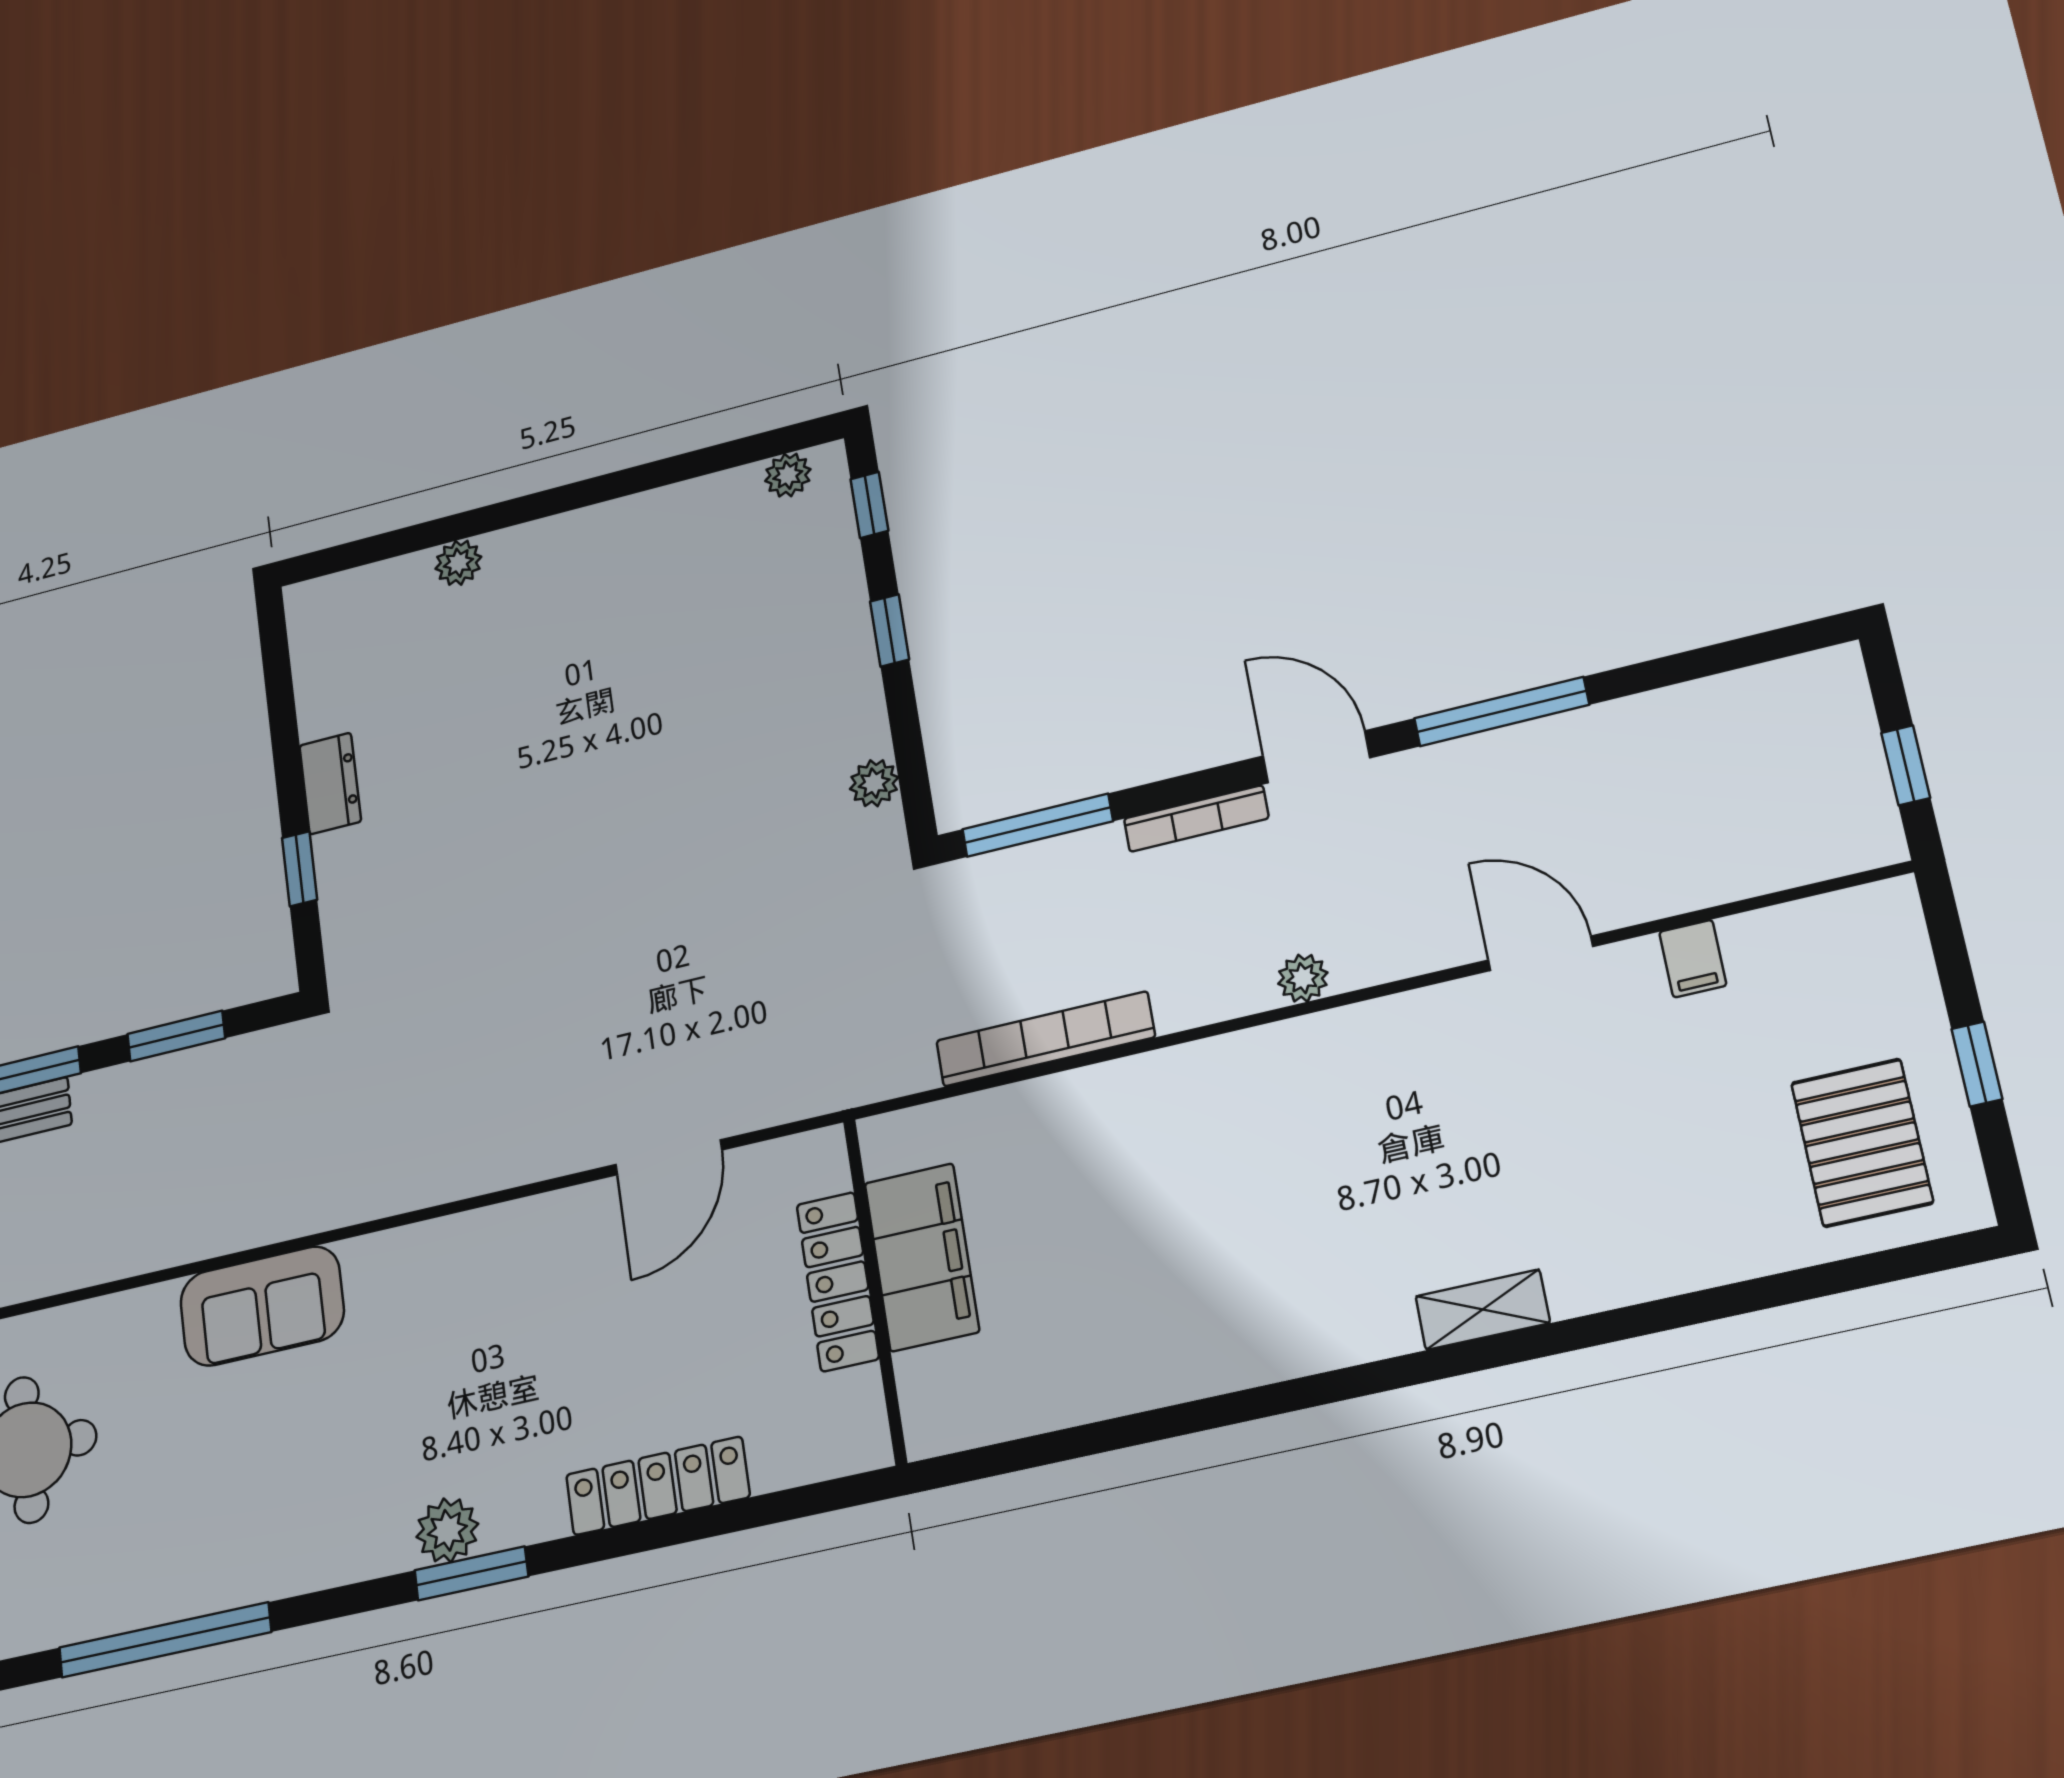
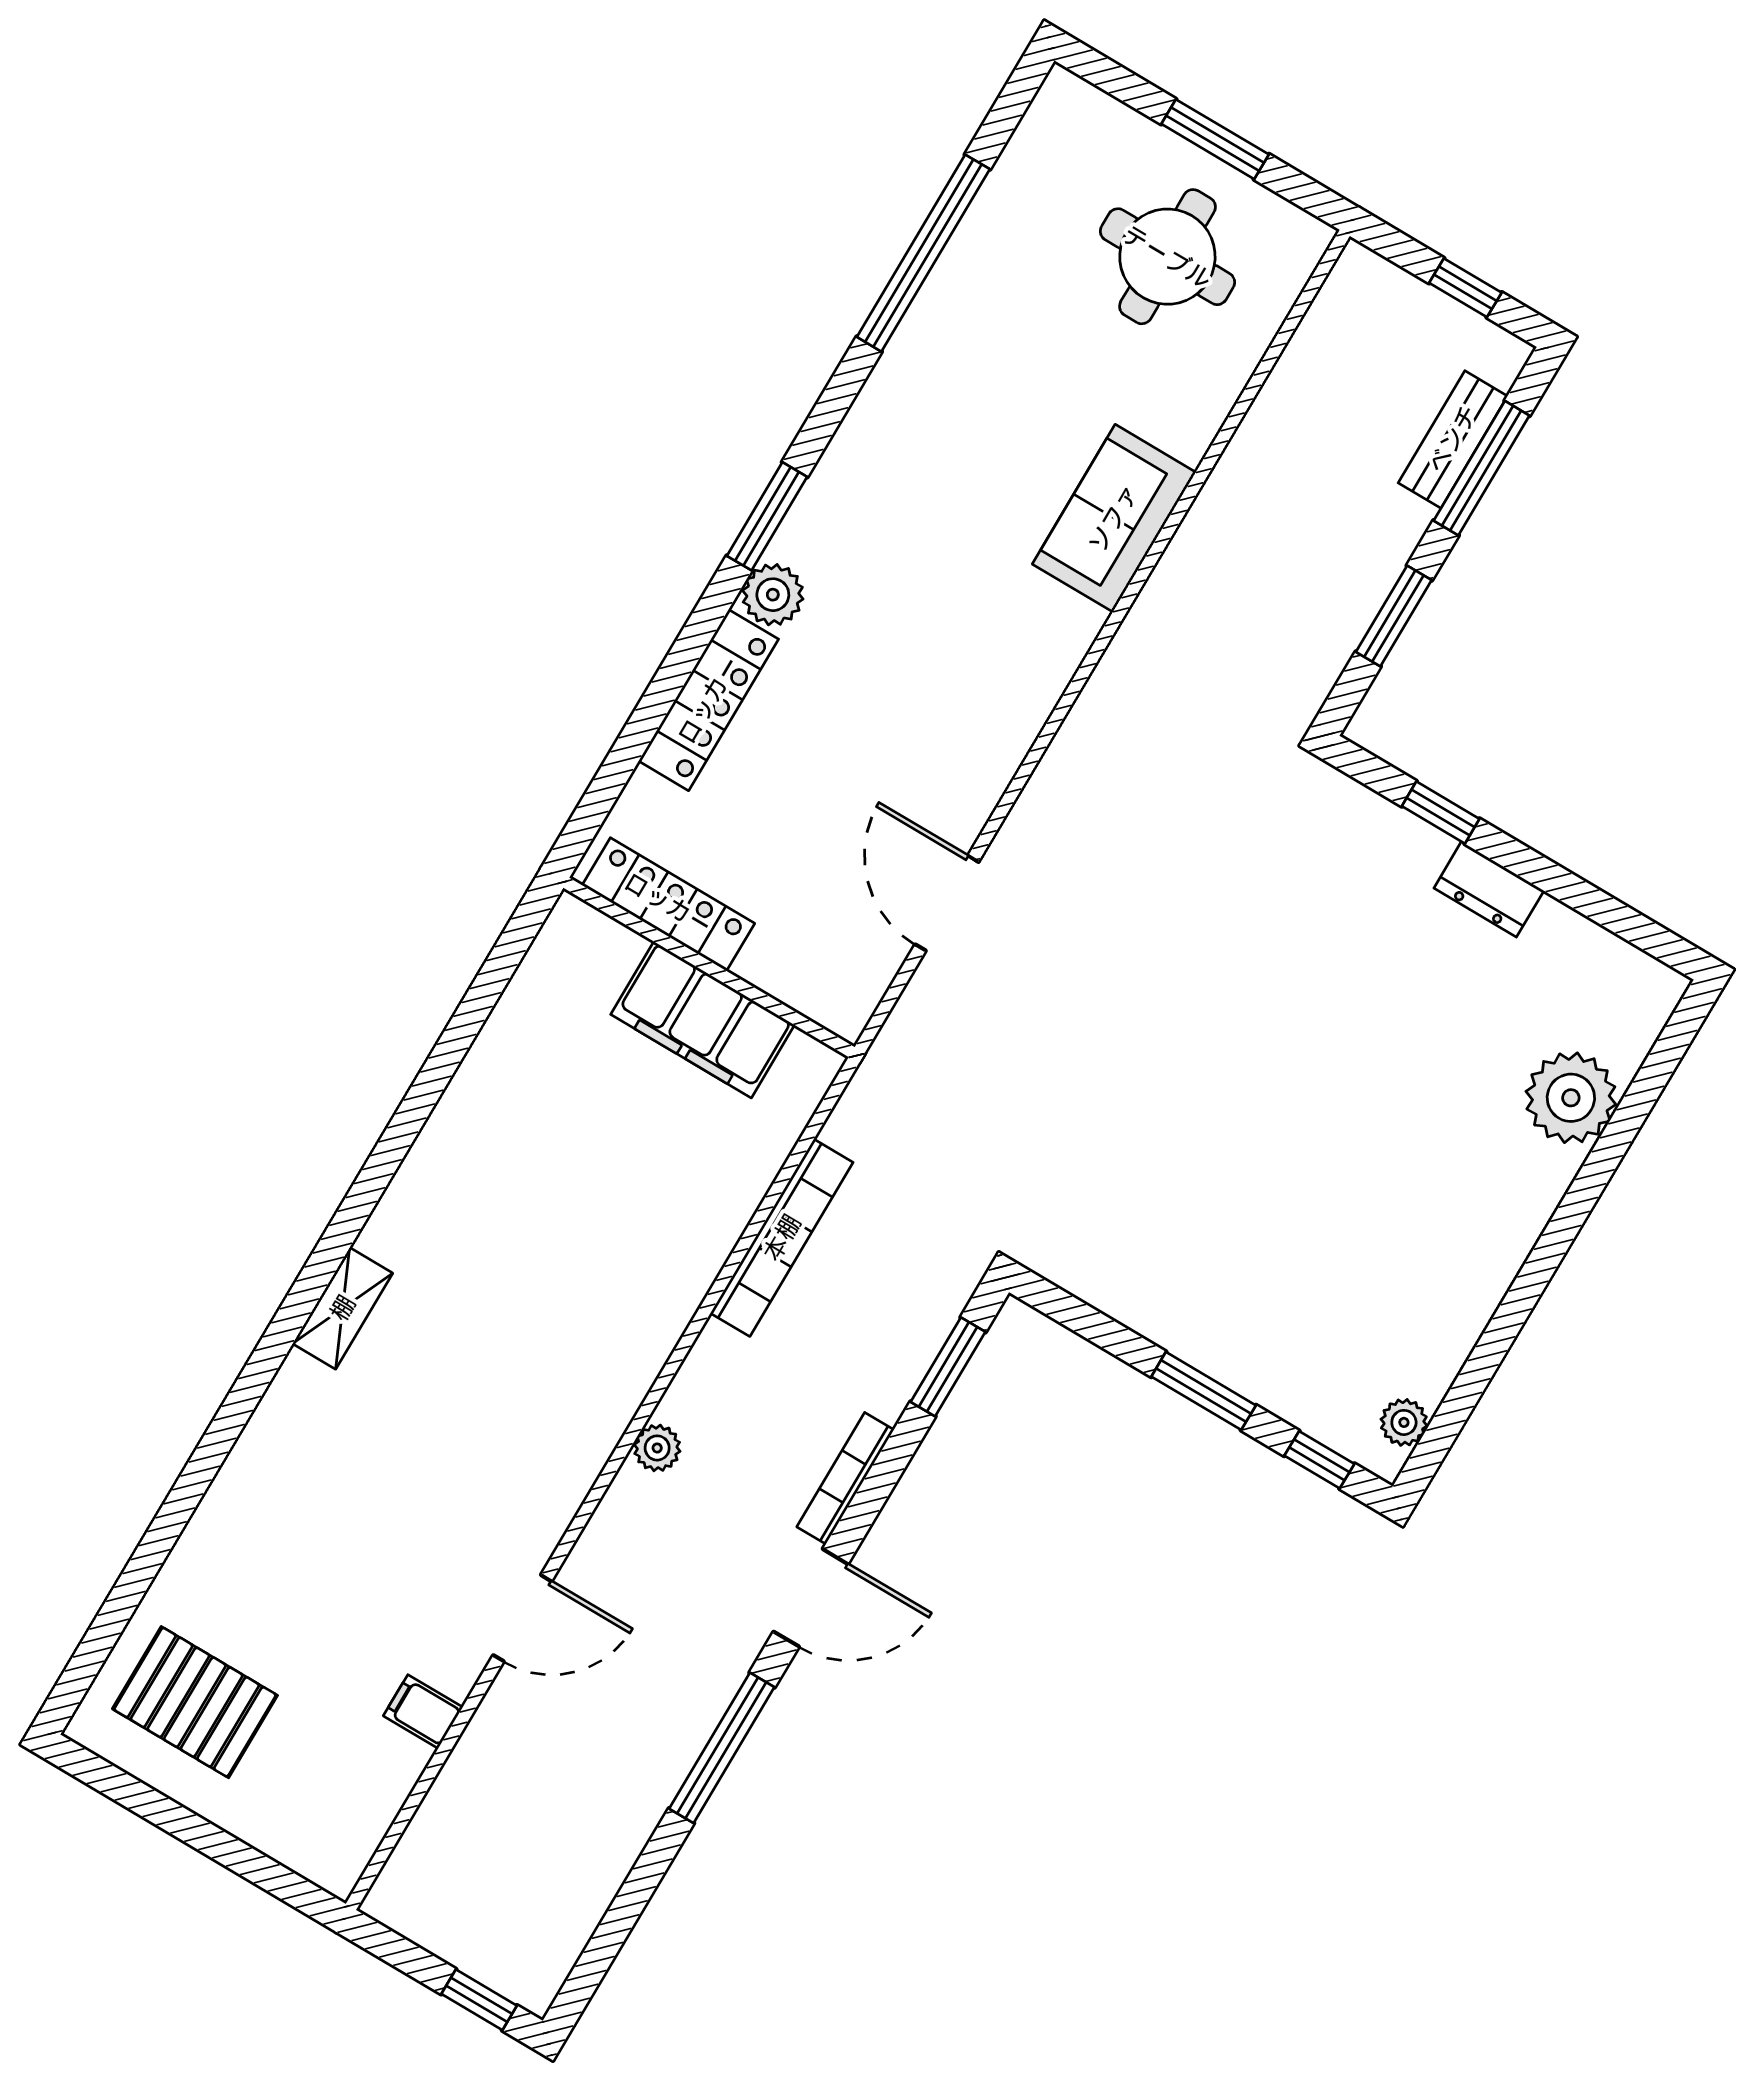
plant: (458, 563) -> (1571, 1098), width x1.88, depth x1.88
window: (890, 630) -> (1204, 1391), width x1.50
window: (1906, 765) -> (479, 2000), moved
plant: (874, 783) -> (1094, 1281), removed
window: (1037, 825) -> (948, 1367), width x0.69
window: (1977, 1064) -> (179, 1821), removed
locker: (838, 1282) -> (668, 904), moved
shelving: (1483, 1310) -> (343, 1308), moved
plant: (447, 1530) -> (773, 595), moved

